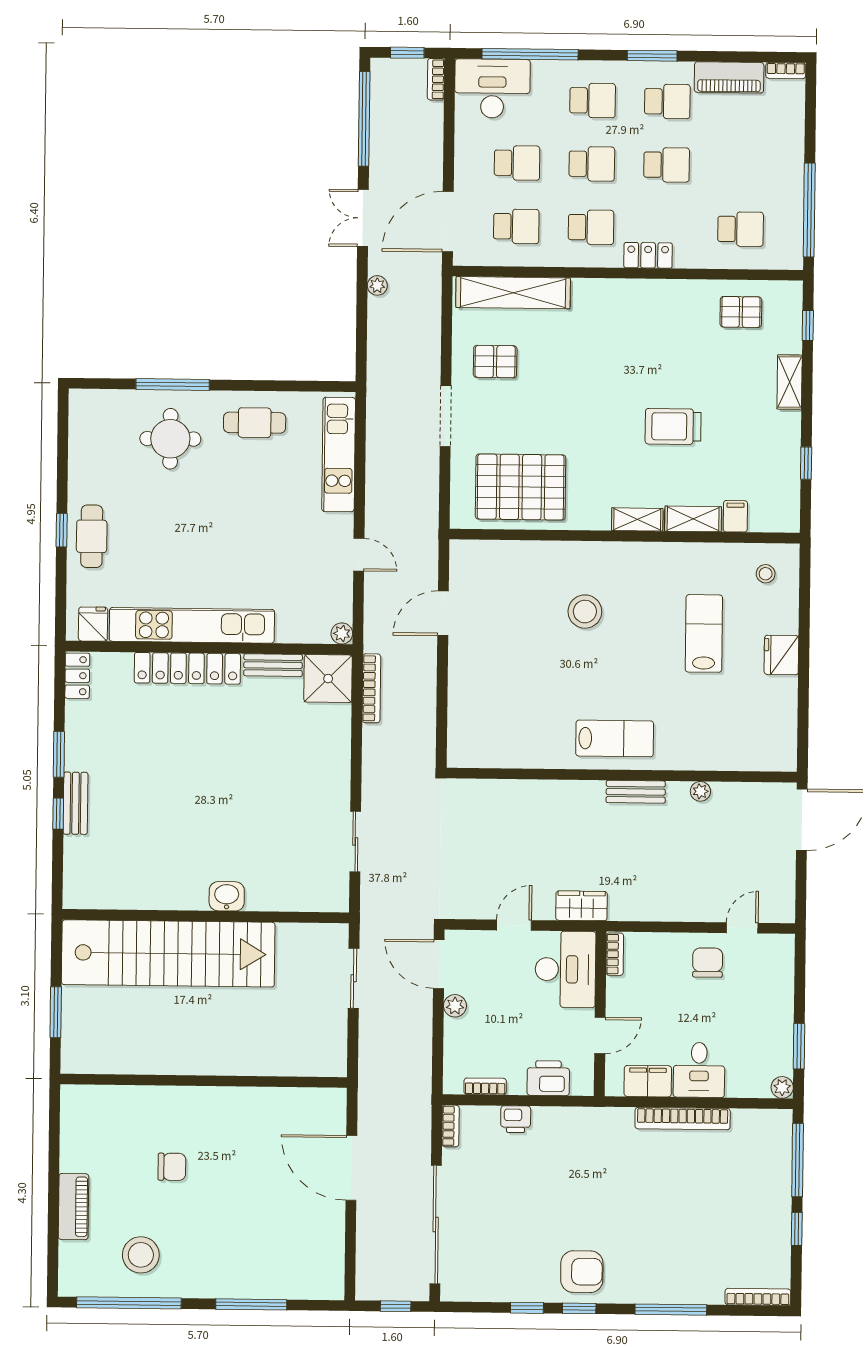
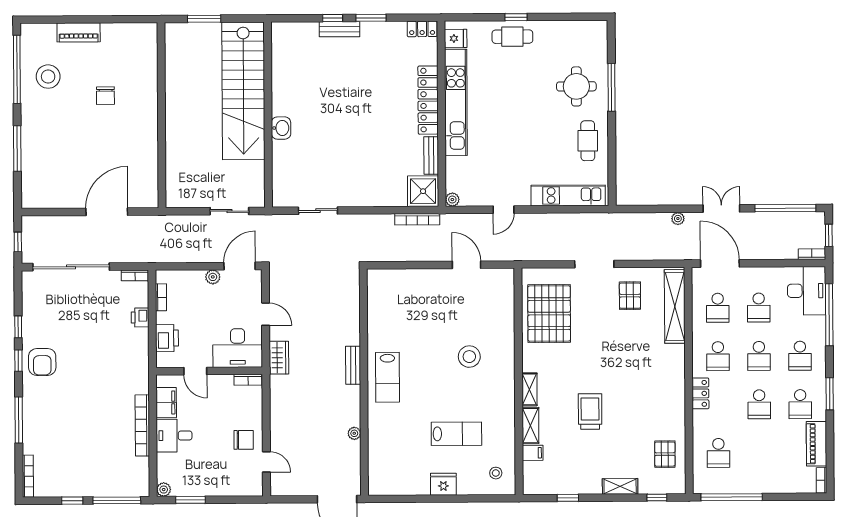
bench: (636, 792) -> (353, 365), moved

